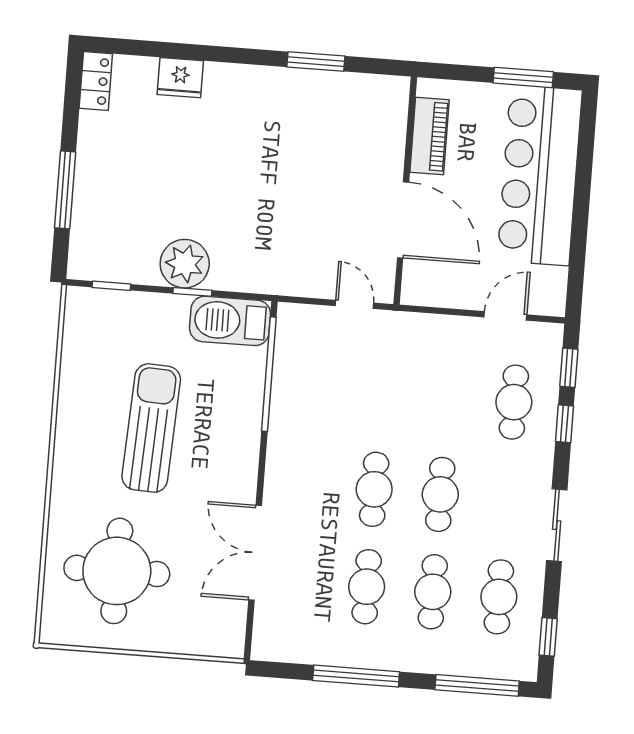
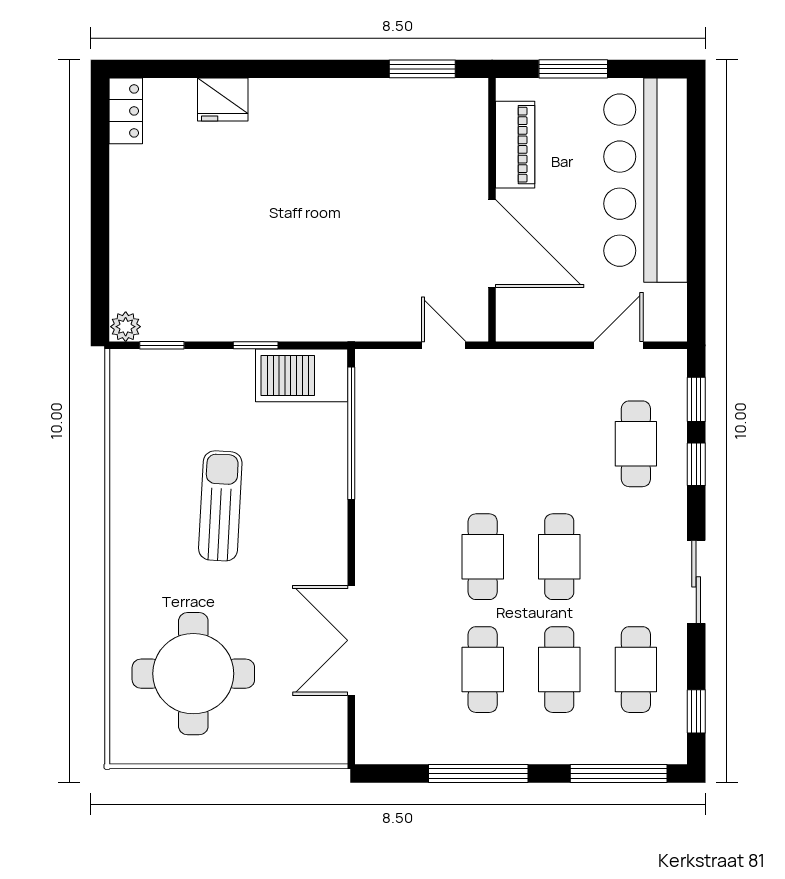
window: (316, 62) -> (422, 69), moved
window: (523, 77) -> (573, 69), moved
window: (65, 190) -> (100, 239), removed
plant: (185, 264) -> (126, 327), moved, width x0.53, depth x0.53
sun lounger: (151, 428) -> (220, 506), width x0.73, depth x0.75

